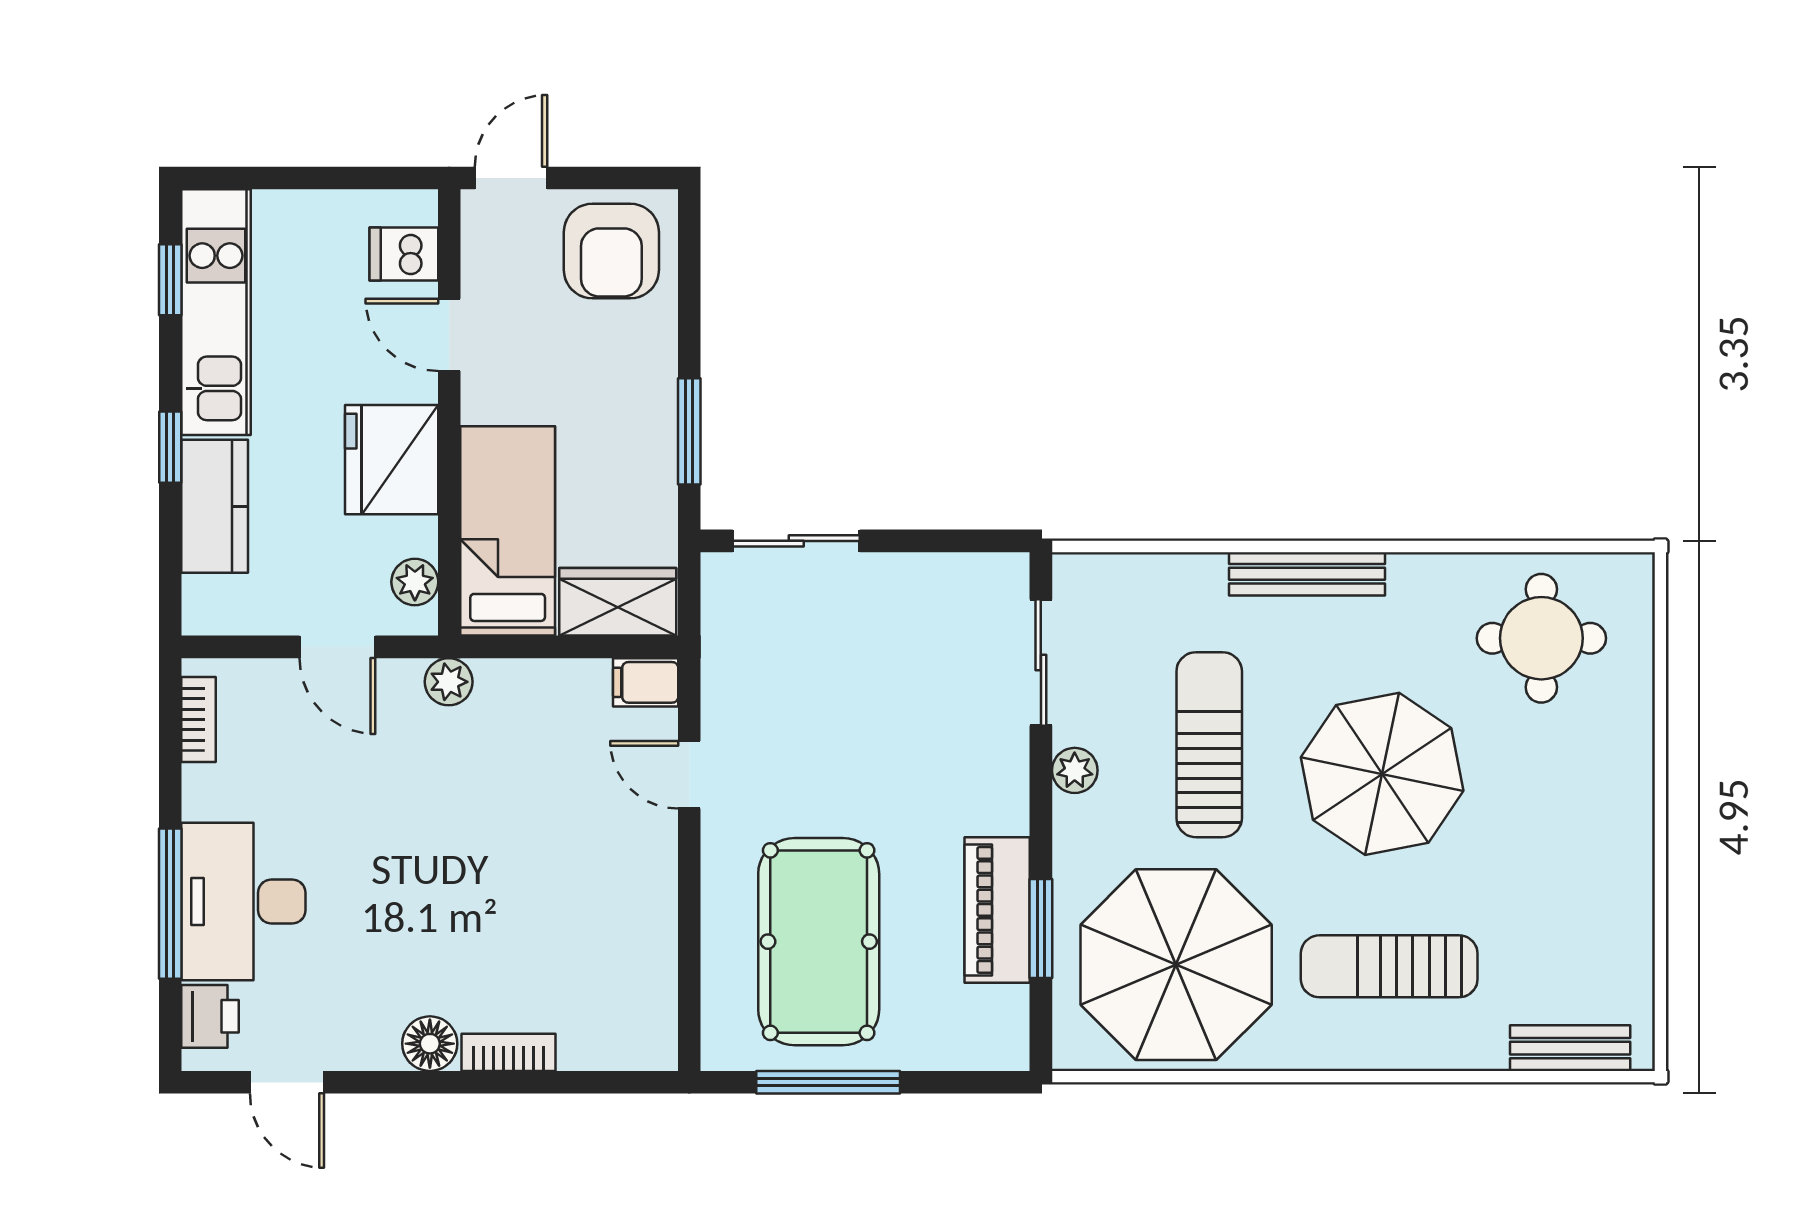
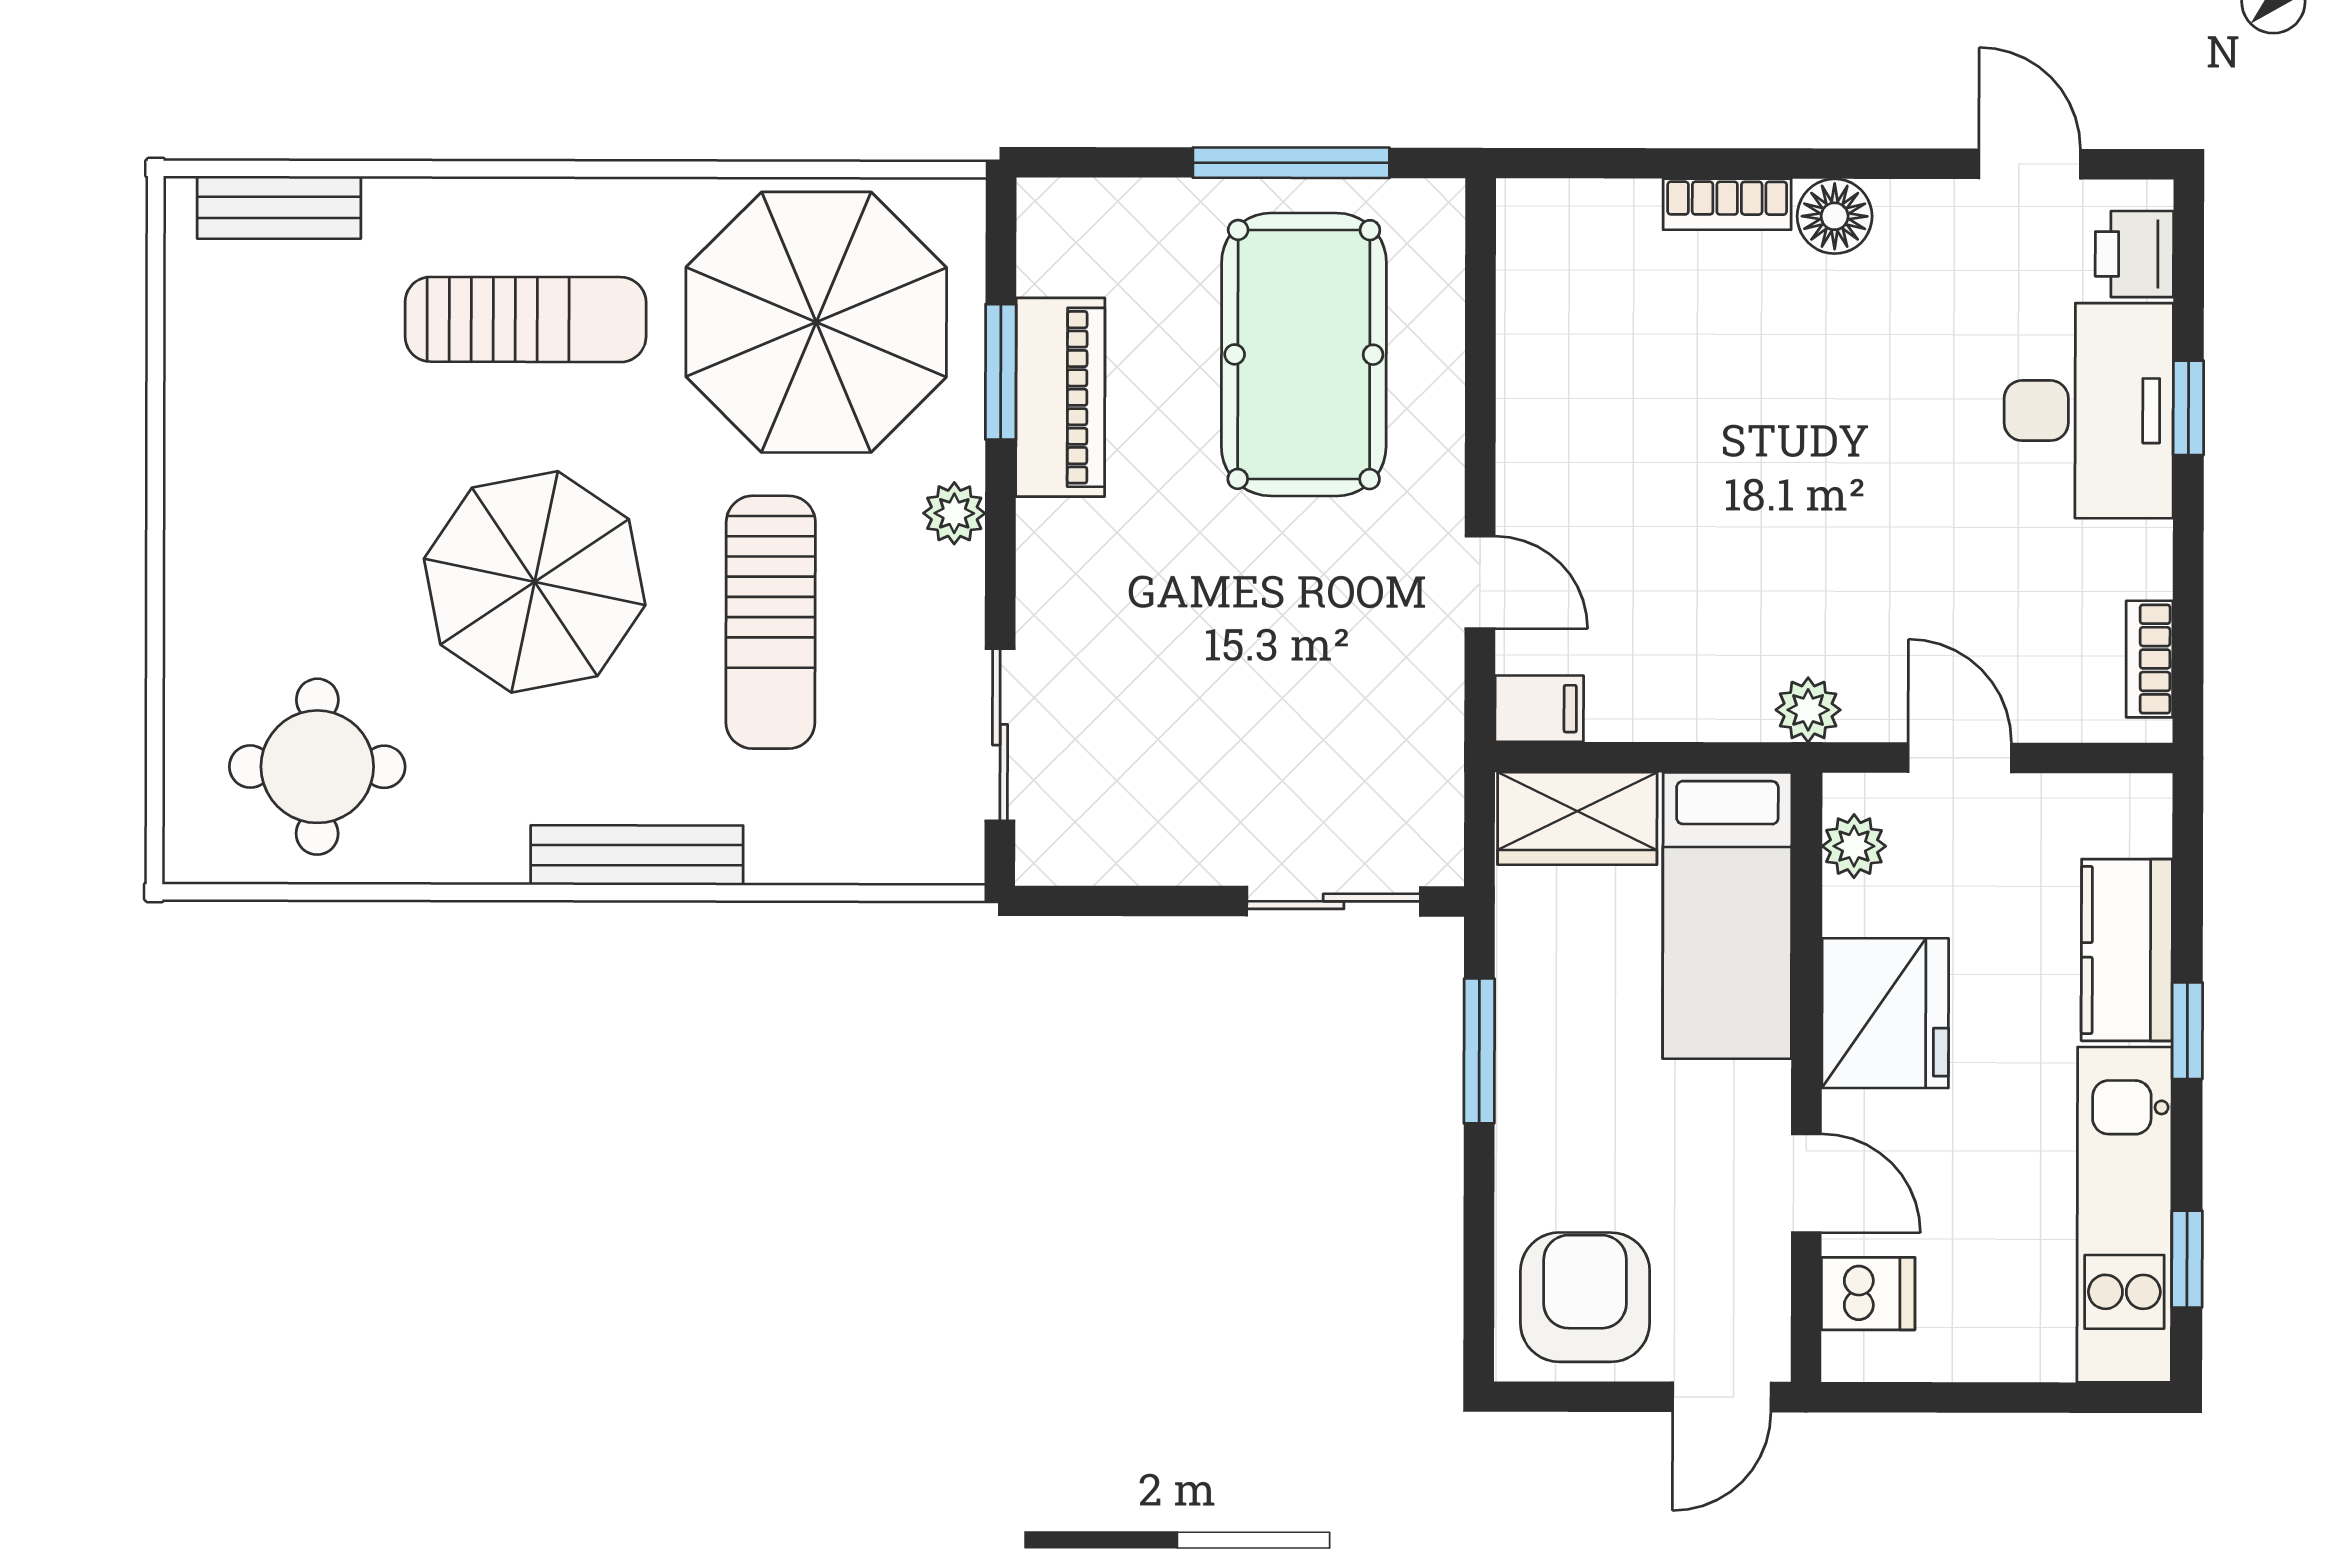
plant: (1075, 770) -> (954, 513), moved
window: (170, 904) -> (2188, 408), width x0.46

